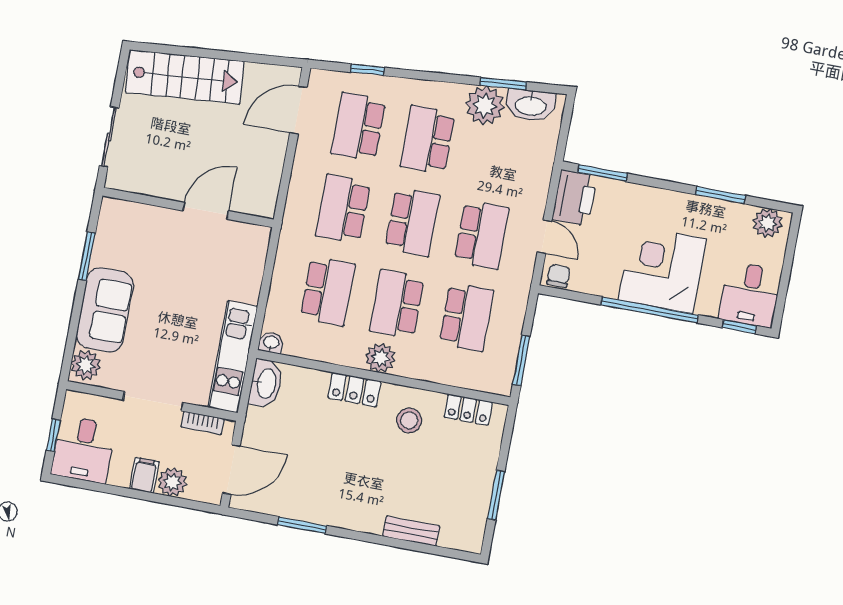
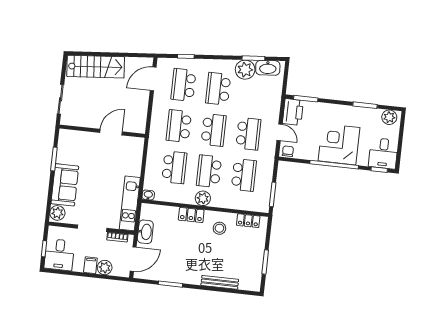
washbasin: (266, 383) -> (145, 232), moved
bench: (411, 531) -> (220, 282), width x1.36

